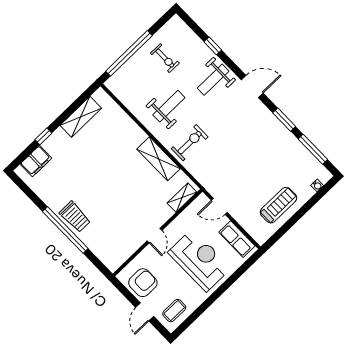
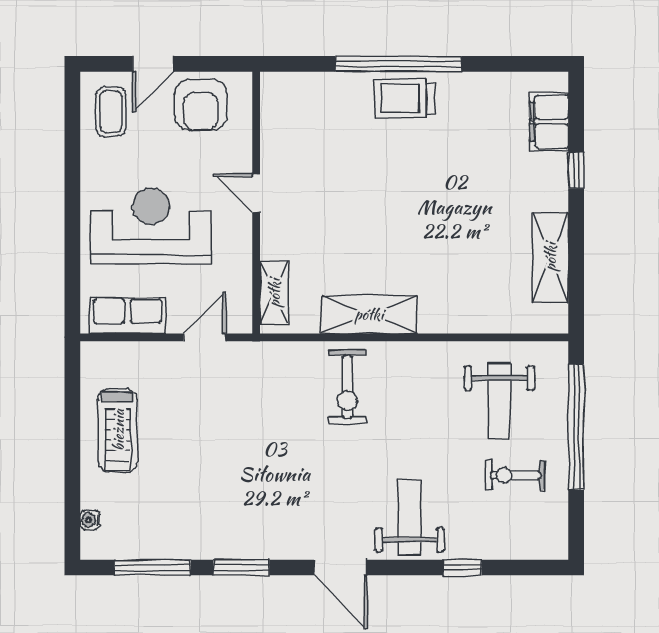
door: (252, 87) -> (340, 567), hinge flipped
weight bench: (169, 106) -> (499, 401), moved
reception desk: (199, 260) -> (151, 226), turned 180
door: (145, 312) -> (153, 64), swing flipped

